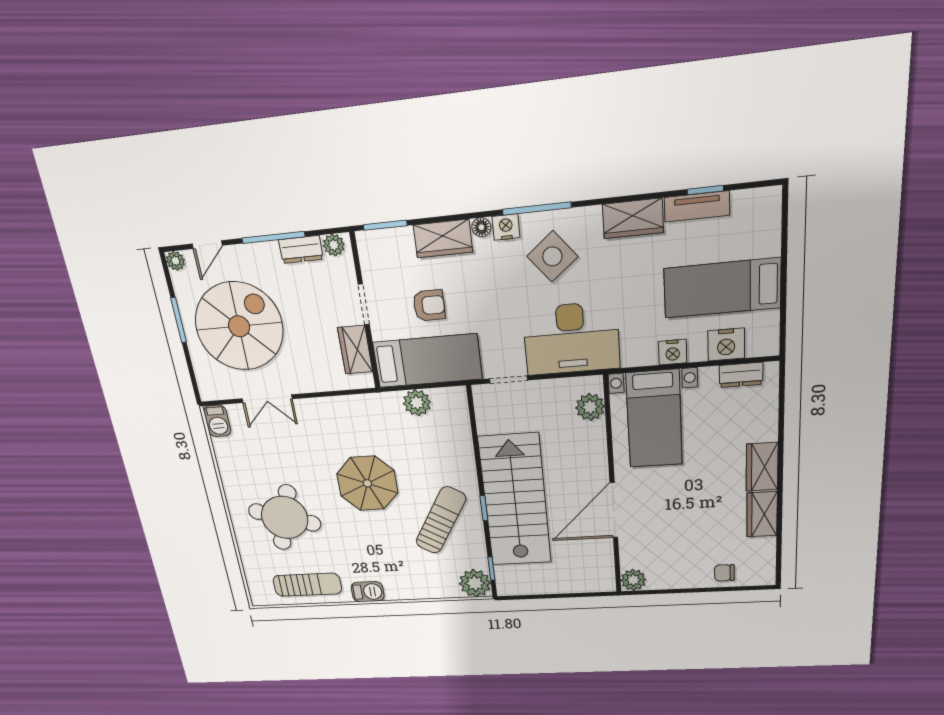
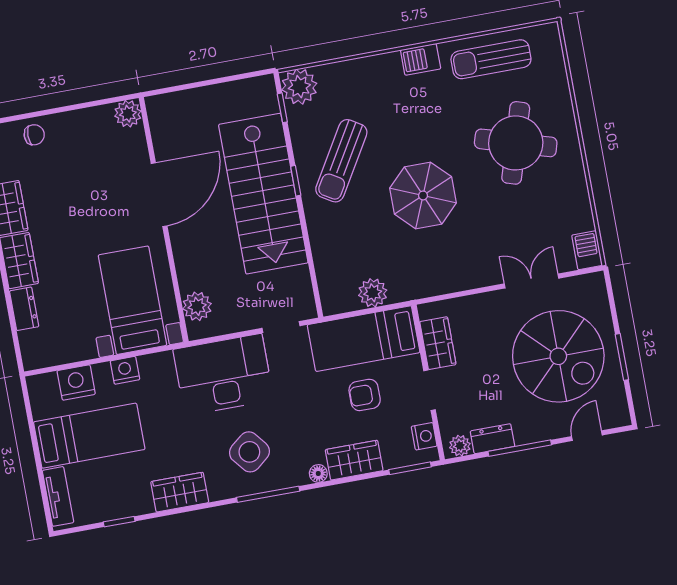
tv unit: (697, 206) -> (58, 496), moved, turned 90
nightstand: (506, 227) -> (424, 436), moved, turned -90
plant: (175, 261) -> (621, 417), removed
spiral stairs: (239, 326) -> (558, 356), turned -90
dresser: (741, 375) -> (24, 309), moved, turned 90

